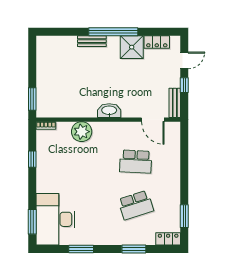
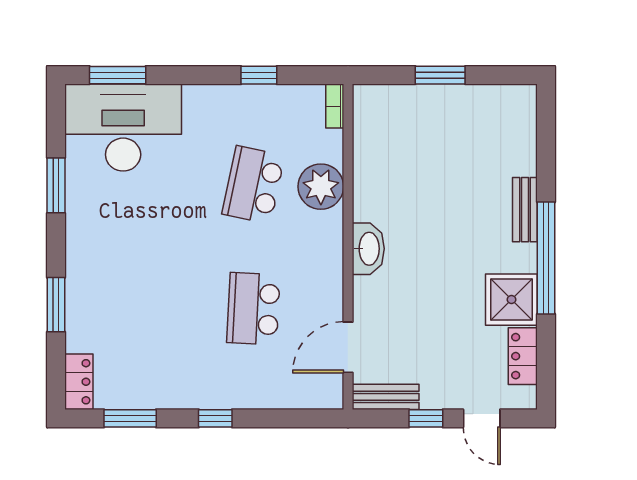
window: (32, 99) -> (440, 75), moved
window: (184, 178) -> (215, 418), added
school desk: (136, 205) -> (253, 185), moved, turned 30

